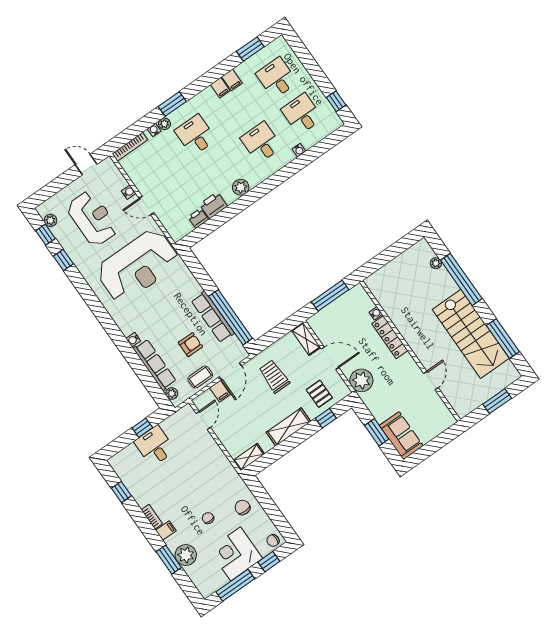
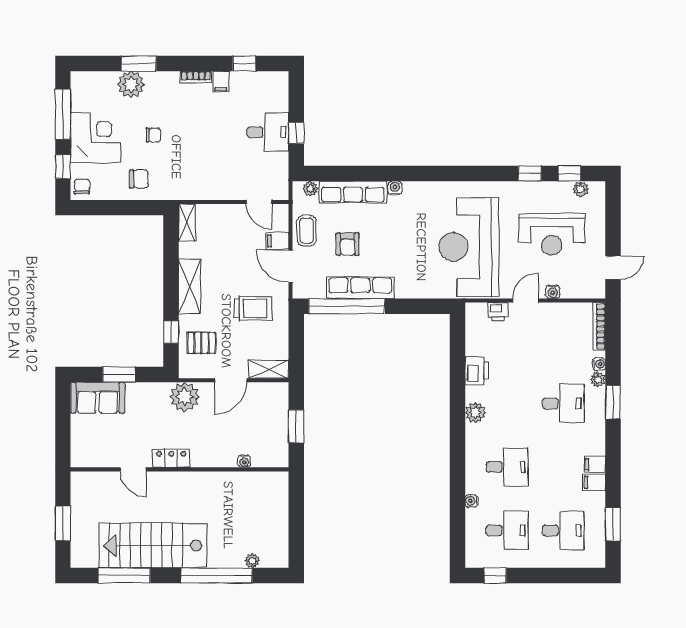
printer: (198, 218) -> (498, 312), moved, turned 90
window: (330, 296) -> (296, 426), width x0.69
locker: (390, 337) -> (171, 458), moved, width x0.66
filing cabinet: (166, 531) -> (221, 82), moved

